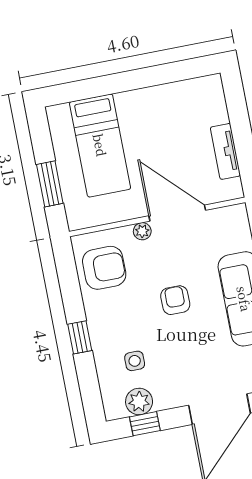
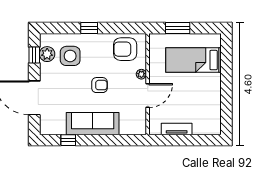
door: (177, 213) -> (148, 96), width x0.73
armchair: (104, 268) -> (125, 49), turned 90
side table: (135, 361) -> (70, 56), width x1.87, depth x1.87

